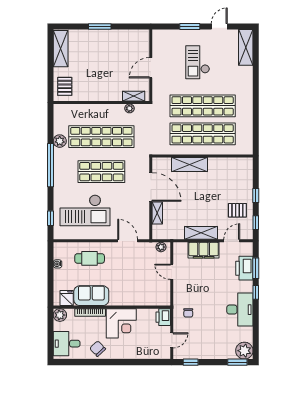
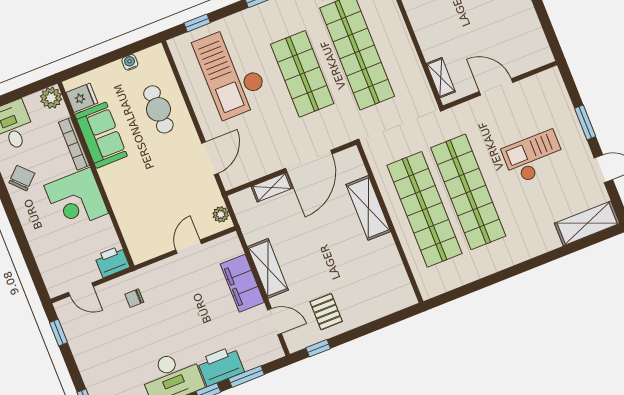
plant: (129, 108) -> (419, 79), removed
window: (256, 195) -> (361, 331), removed
printer: (244, 268) -> (221, 366), moved

